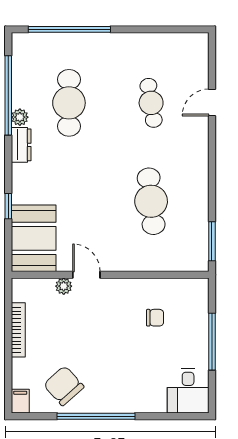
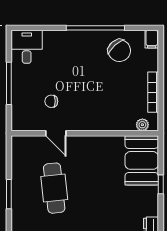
window: (212, 241) -> (9, 194), moved
door: (86, 275) -> (56, 133), moved
plant: (64, 286) -> (142, 125), moved

